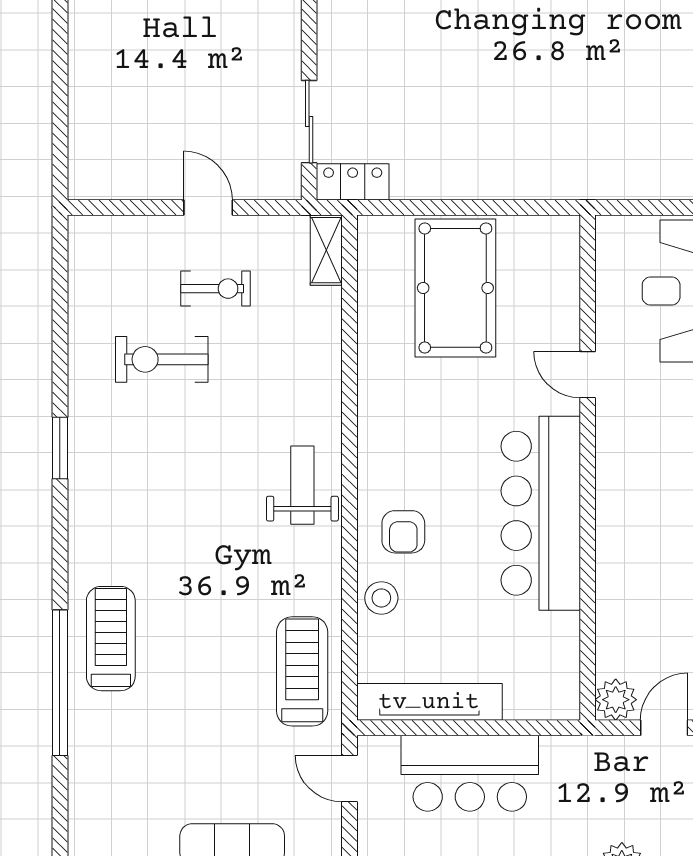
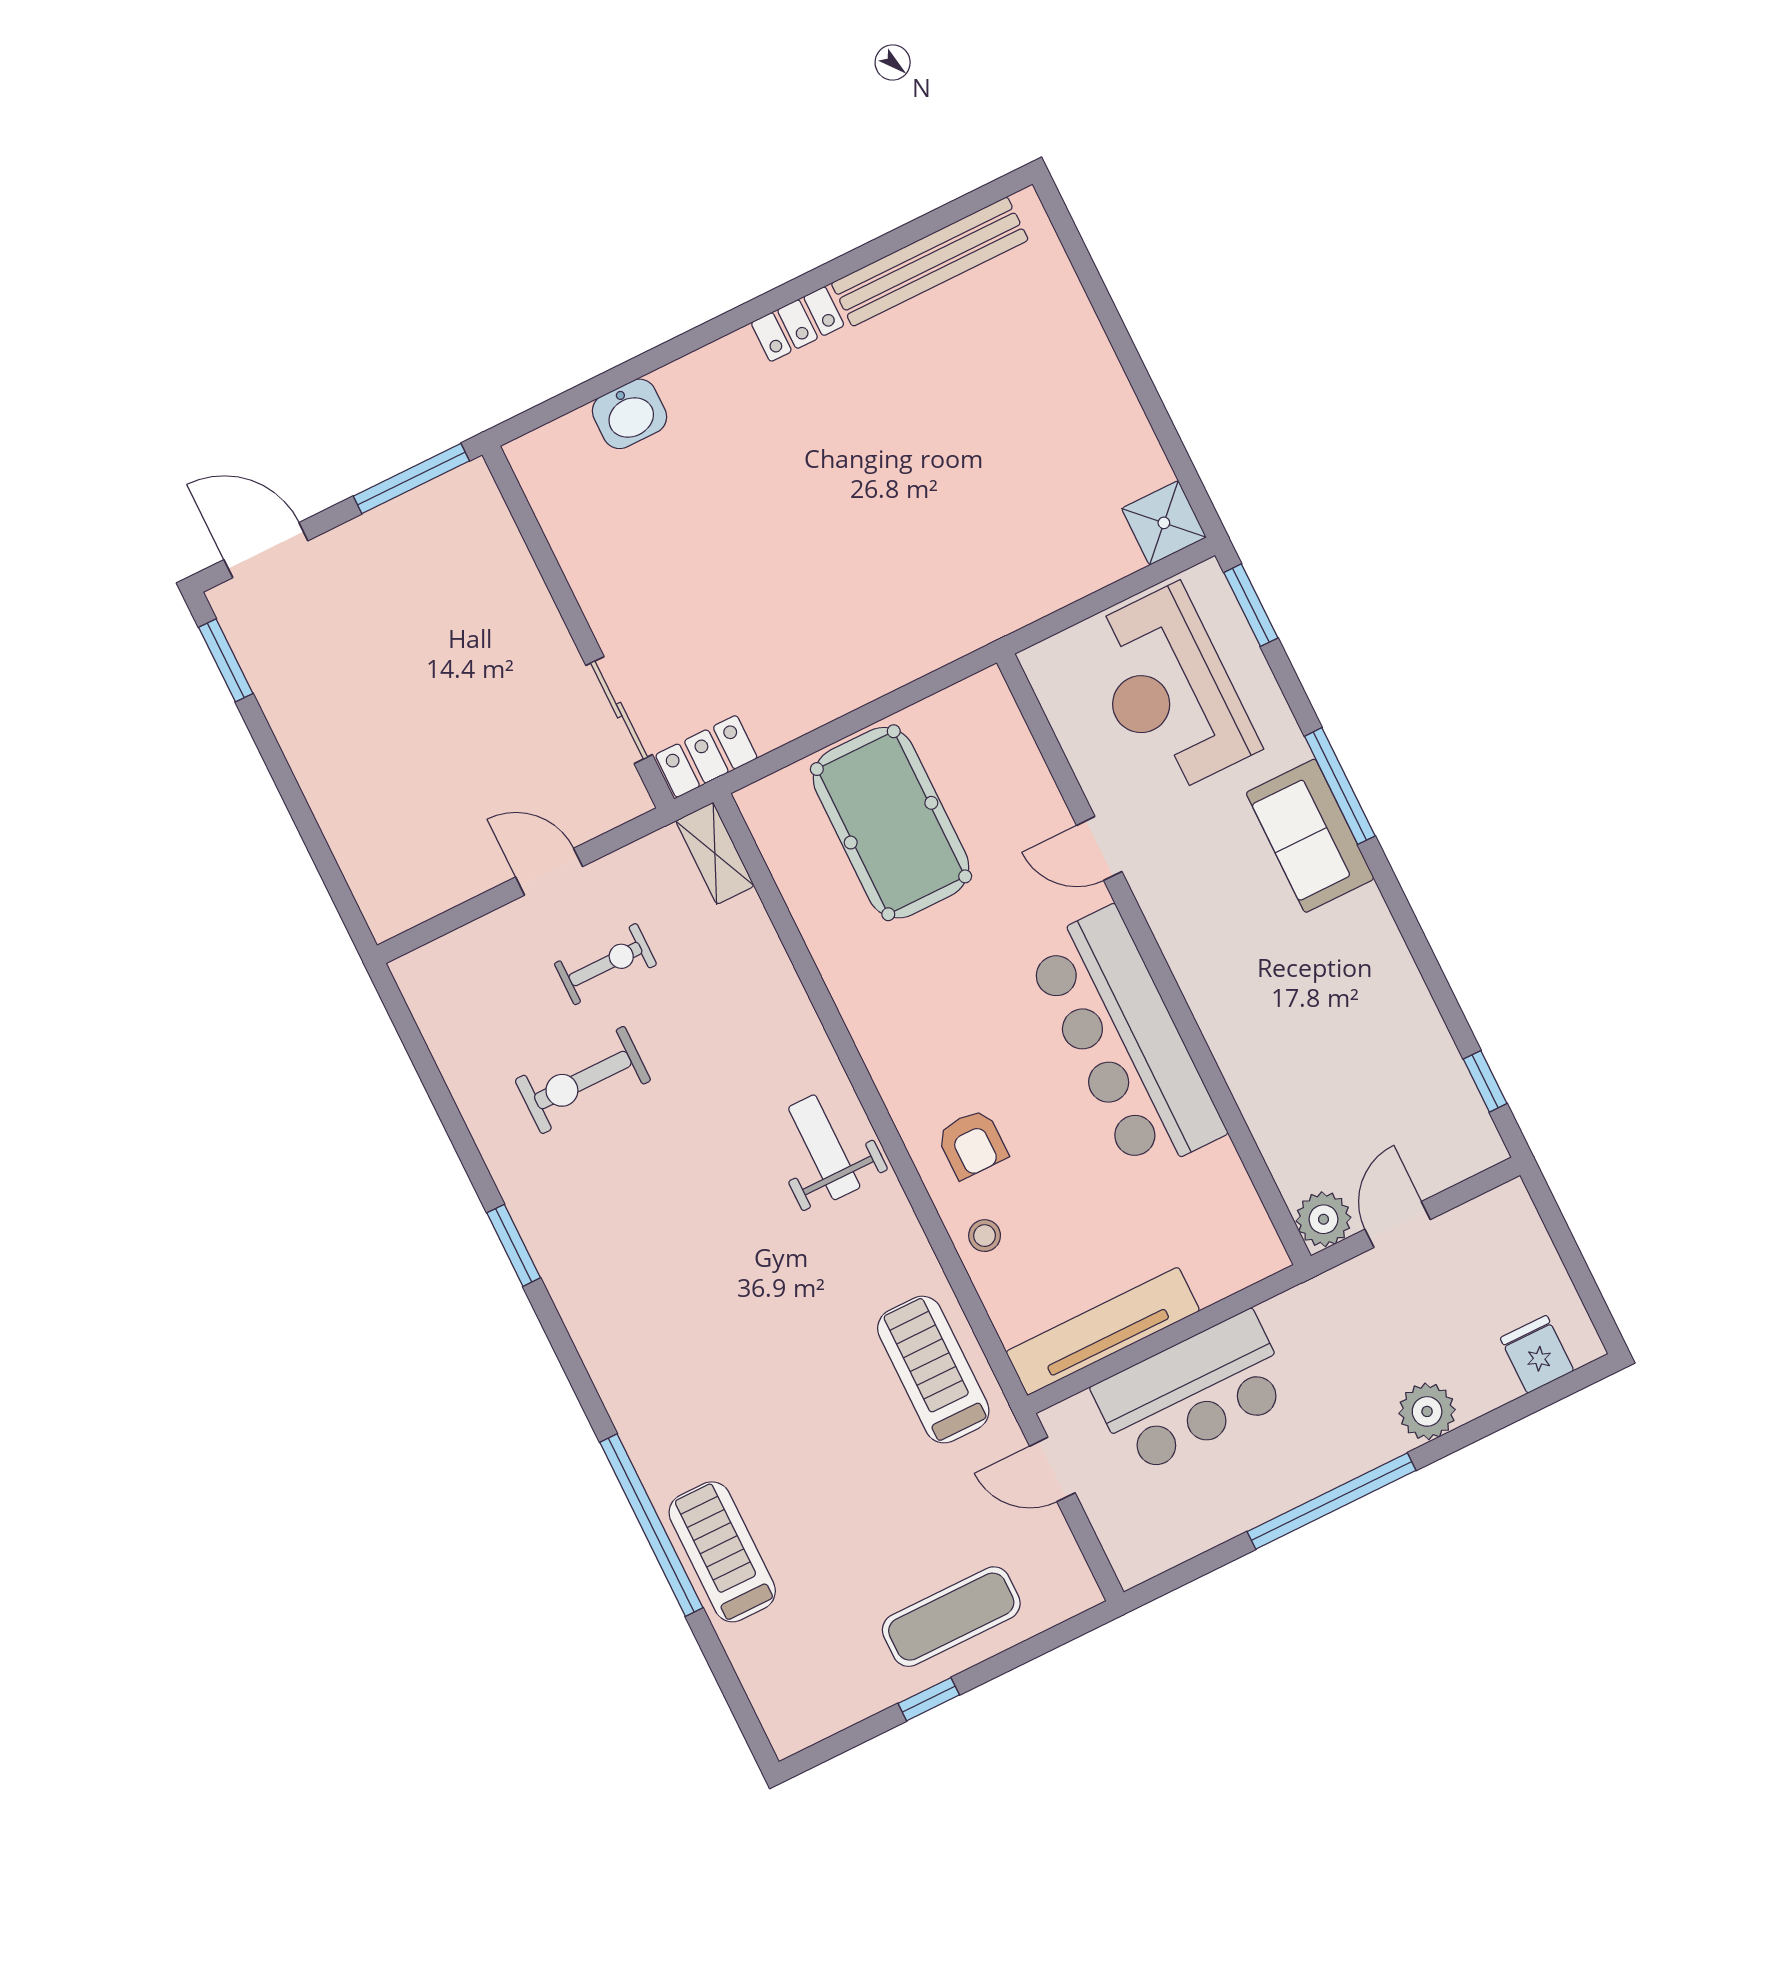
stool: (381, 598) -> (985, 1236), width x0.73, depth x0.73
treadmill: (111, 639) -> (722, 1552), moved

